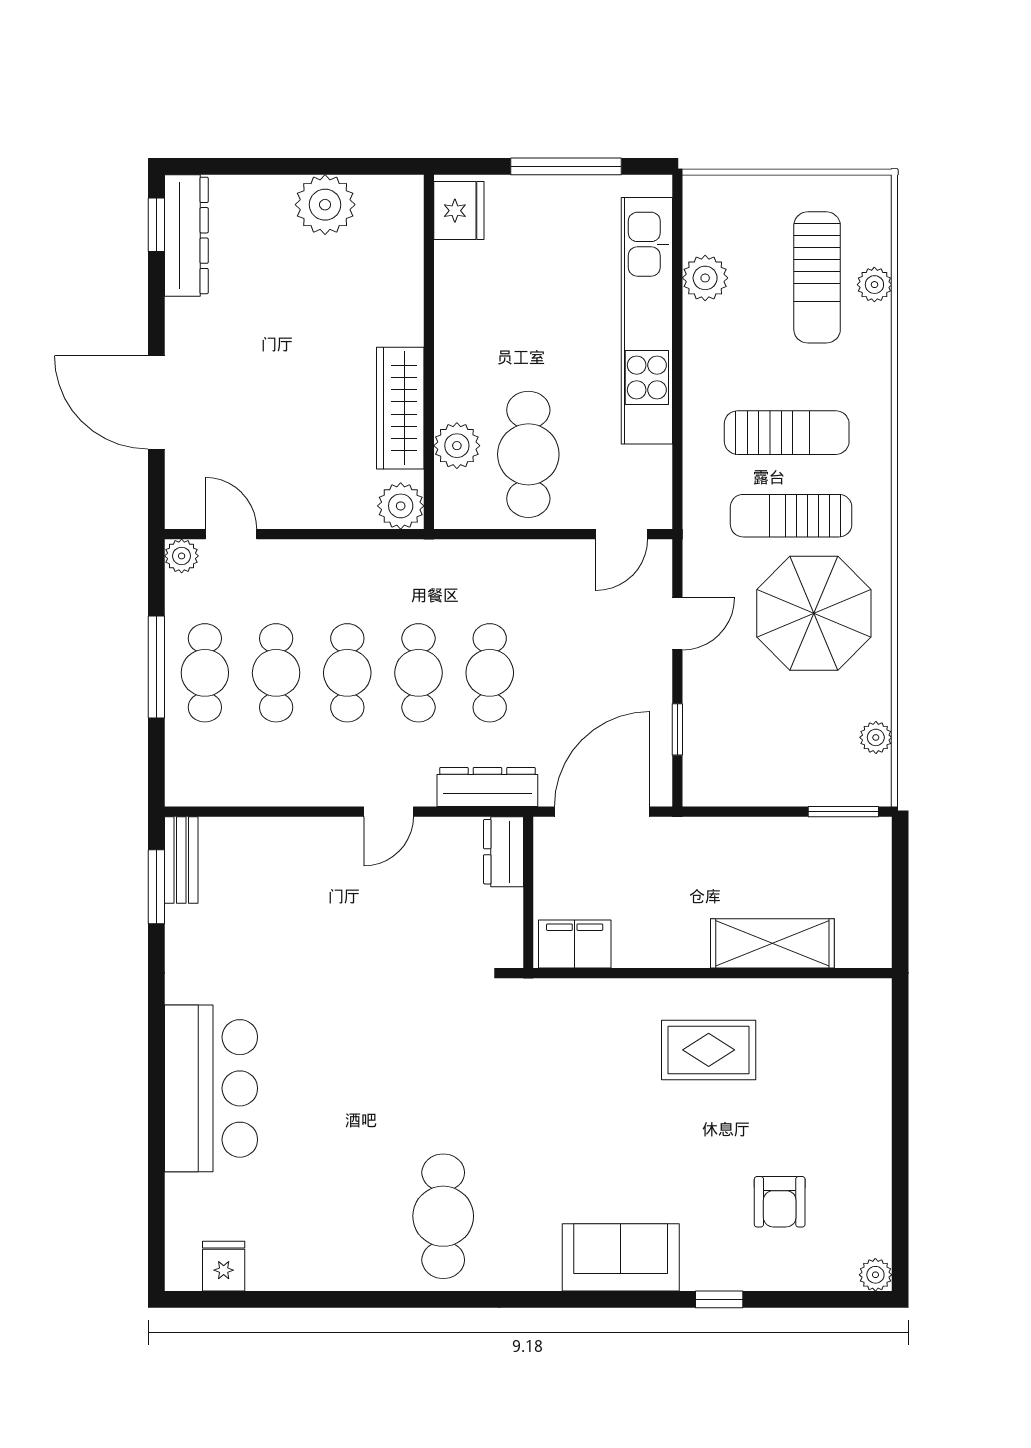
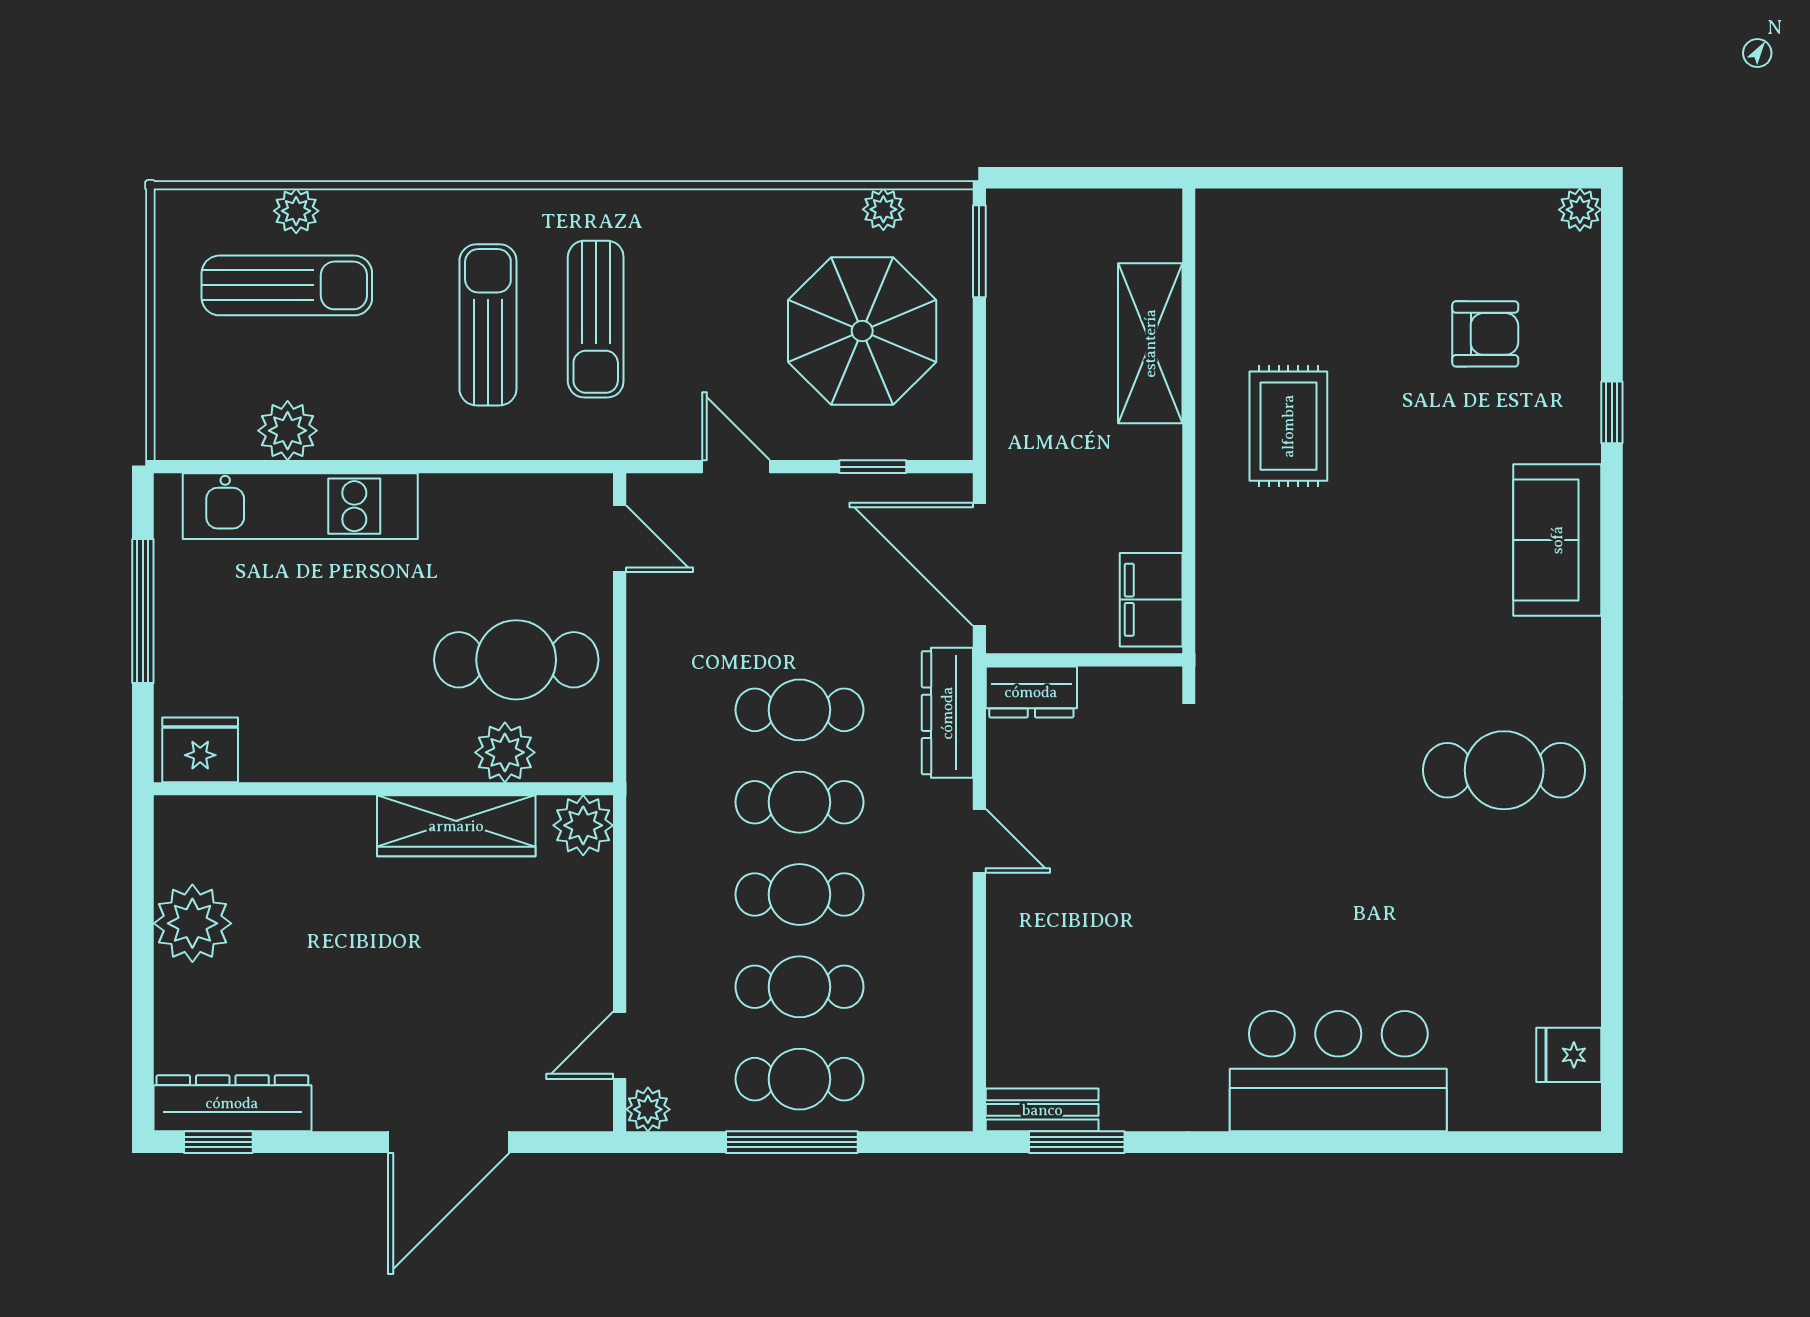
kitchen unit: (647, 321) -> (300, 506), width x0.73
parasol: (814, 613) -> (862, 331), moved

